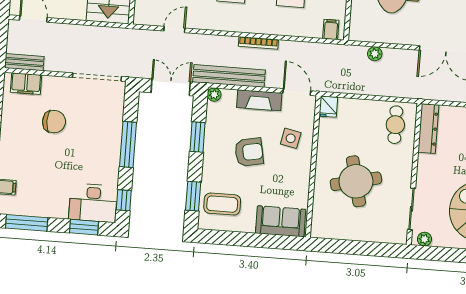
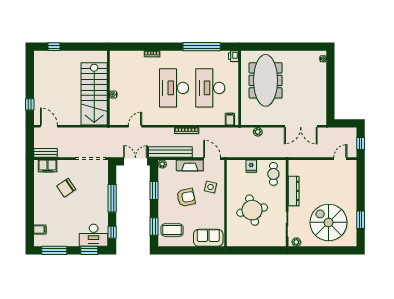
fridge: (328, 107) -> (251, 166), moved
chair: (54, 122) -> (66, 188), turned 146
dresser: (428, 129) -> (294, 191), moved

